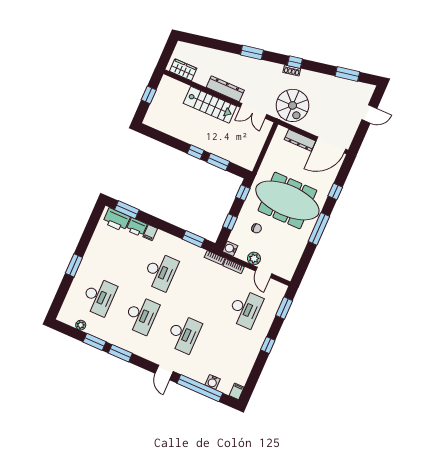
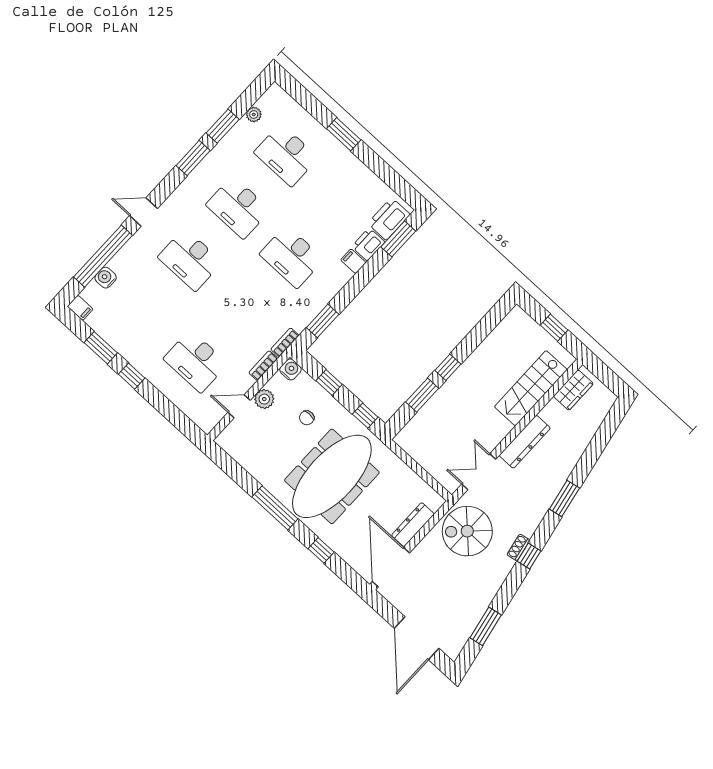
stairs: (210, 105) -> (531, 388), moved
door: (369, 114) -> (417, 638), width x1.88
window: (284, 308) -> (101, 348), moved

